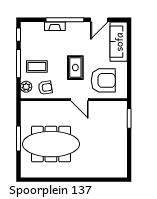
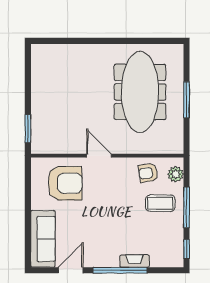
rug: (75, 68) -> (105, 202), removed
armchair: (103, 80) -> (65, 183), turned 180
meeting table: (51, 144) -> (140, 92), turned 90

